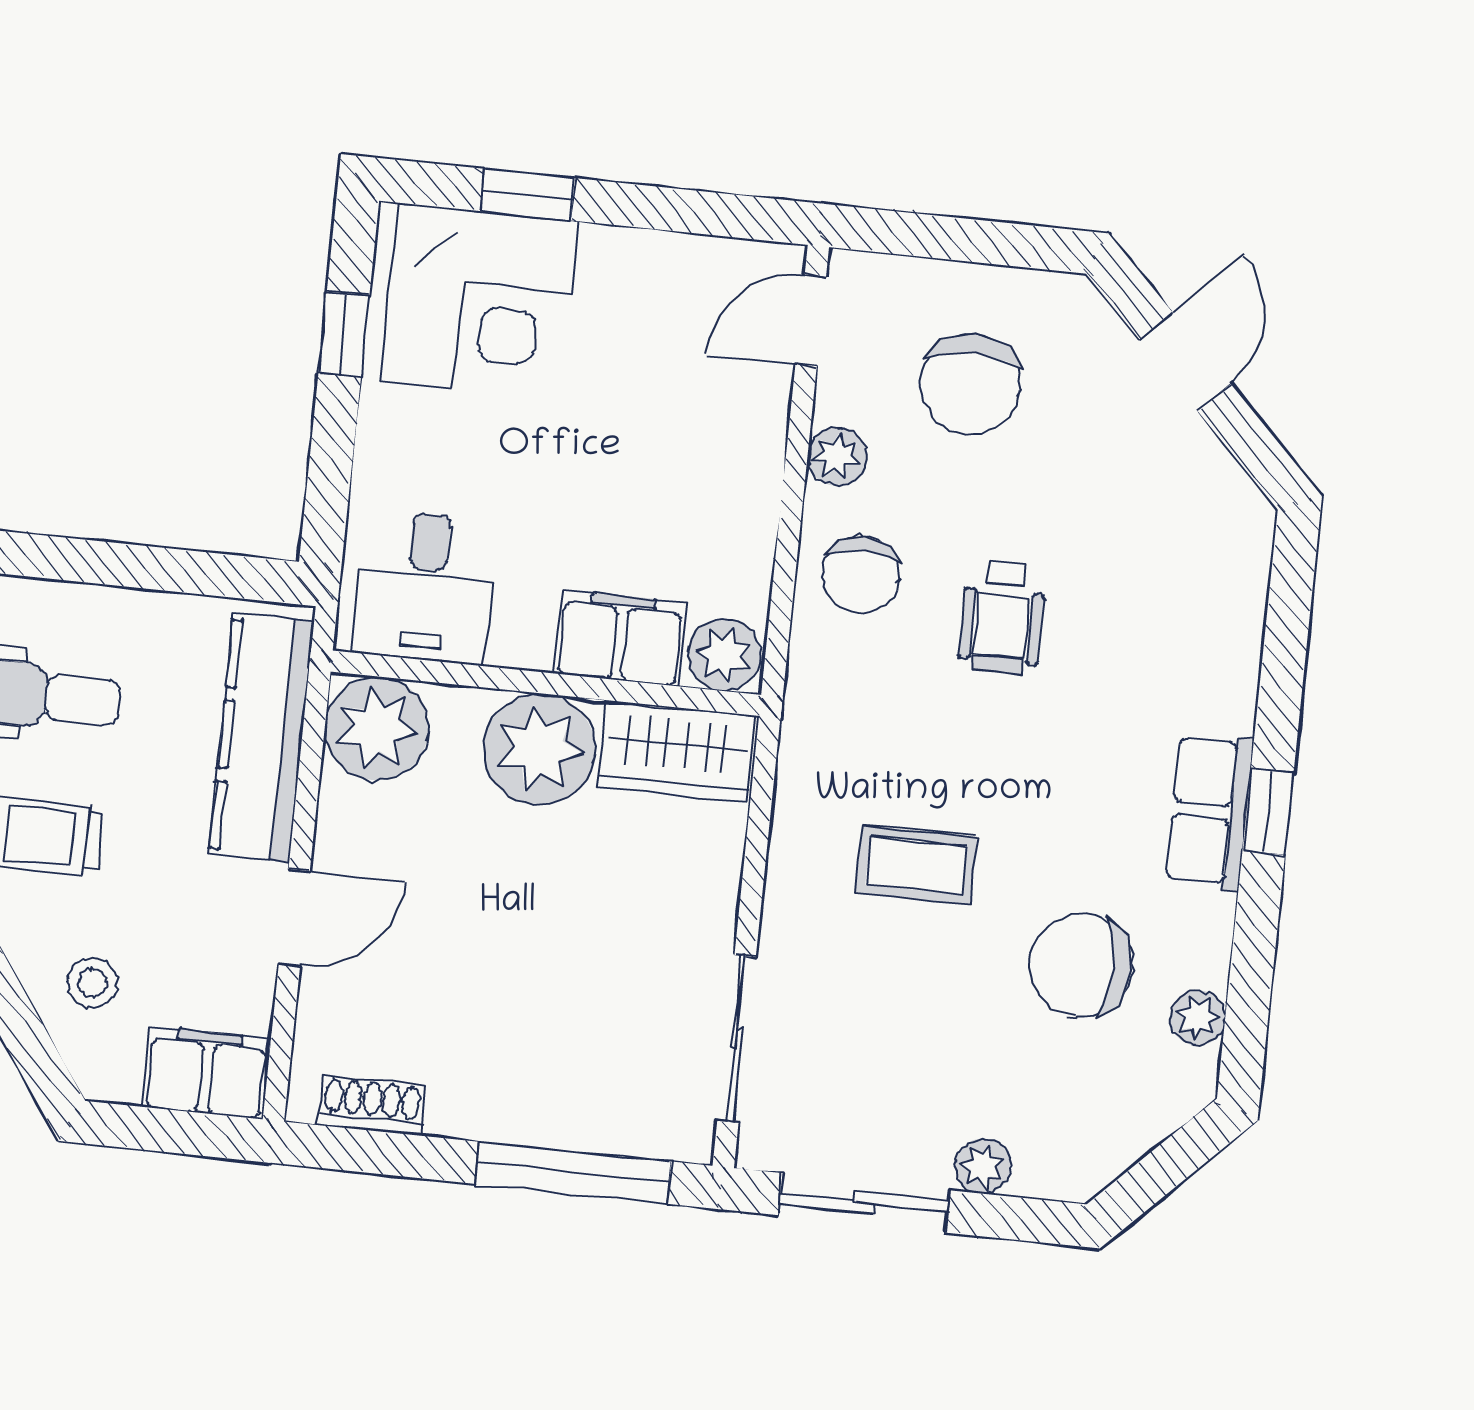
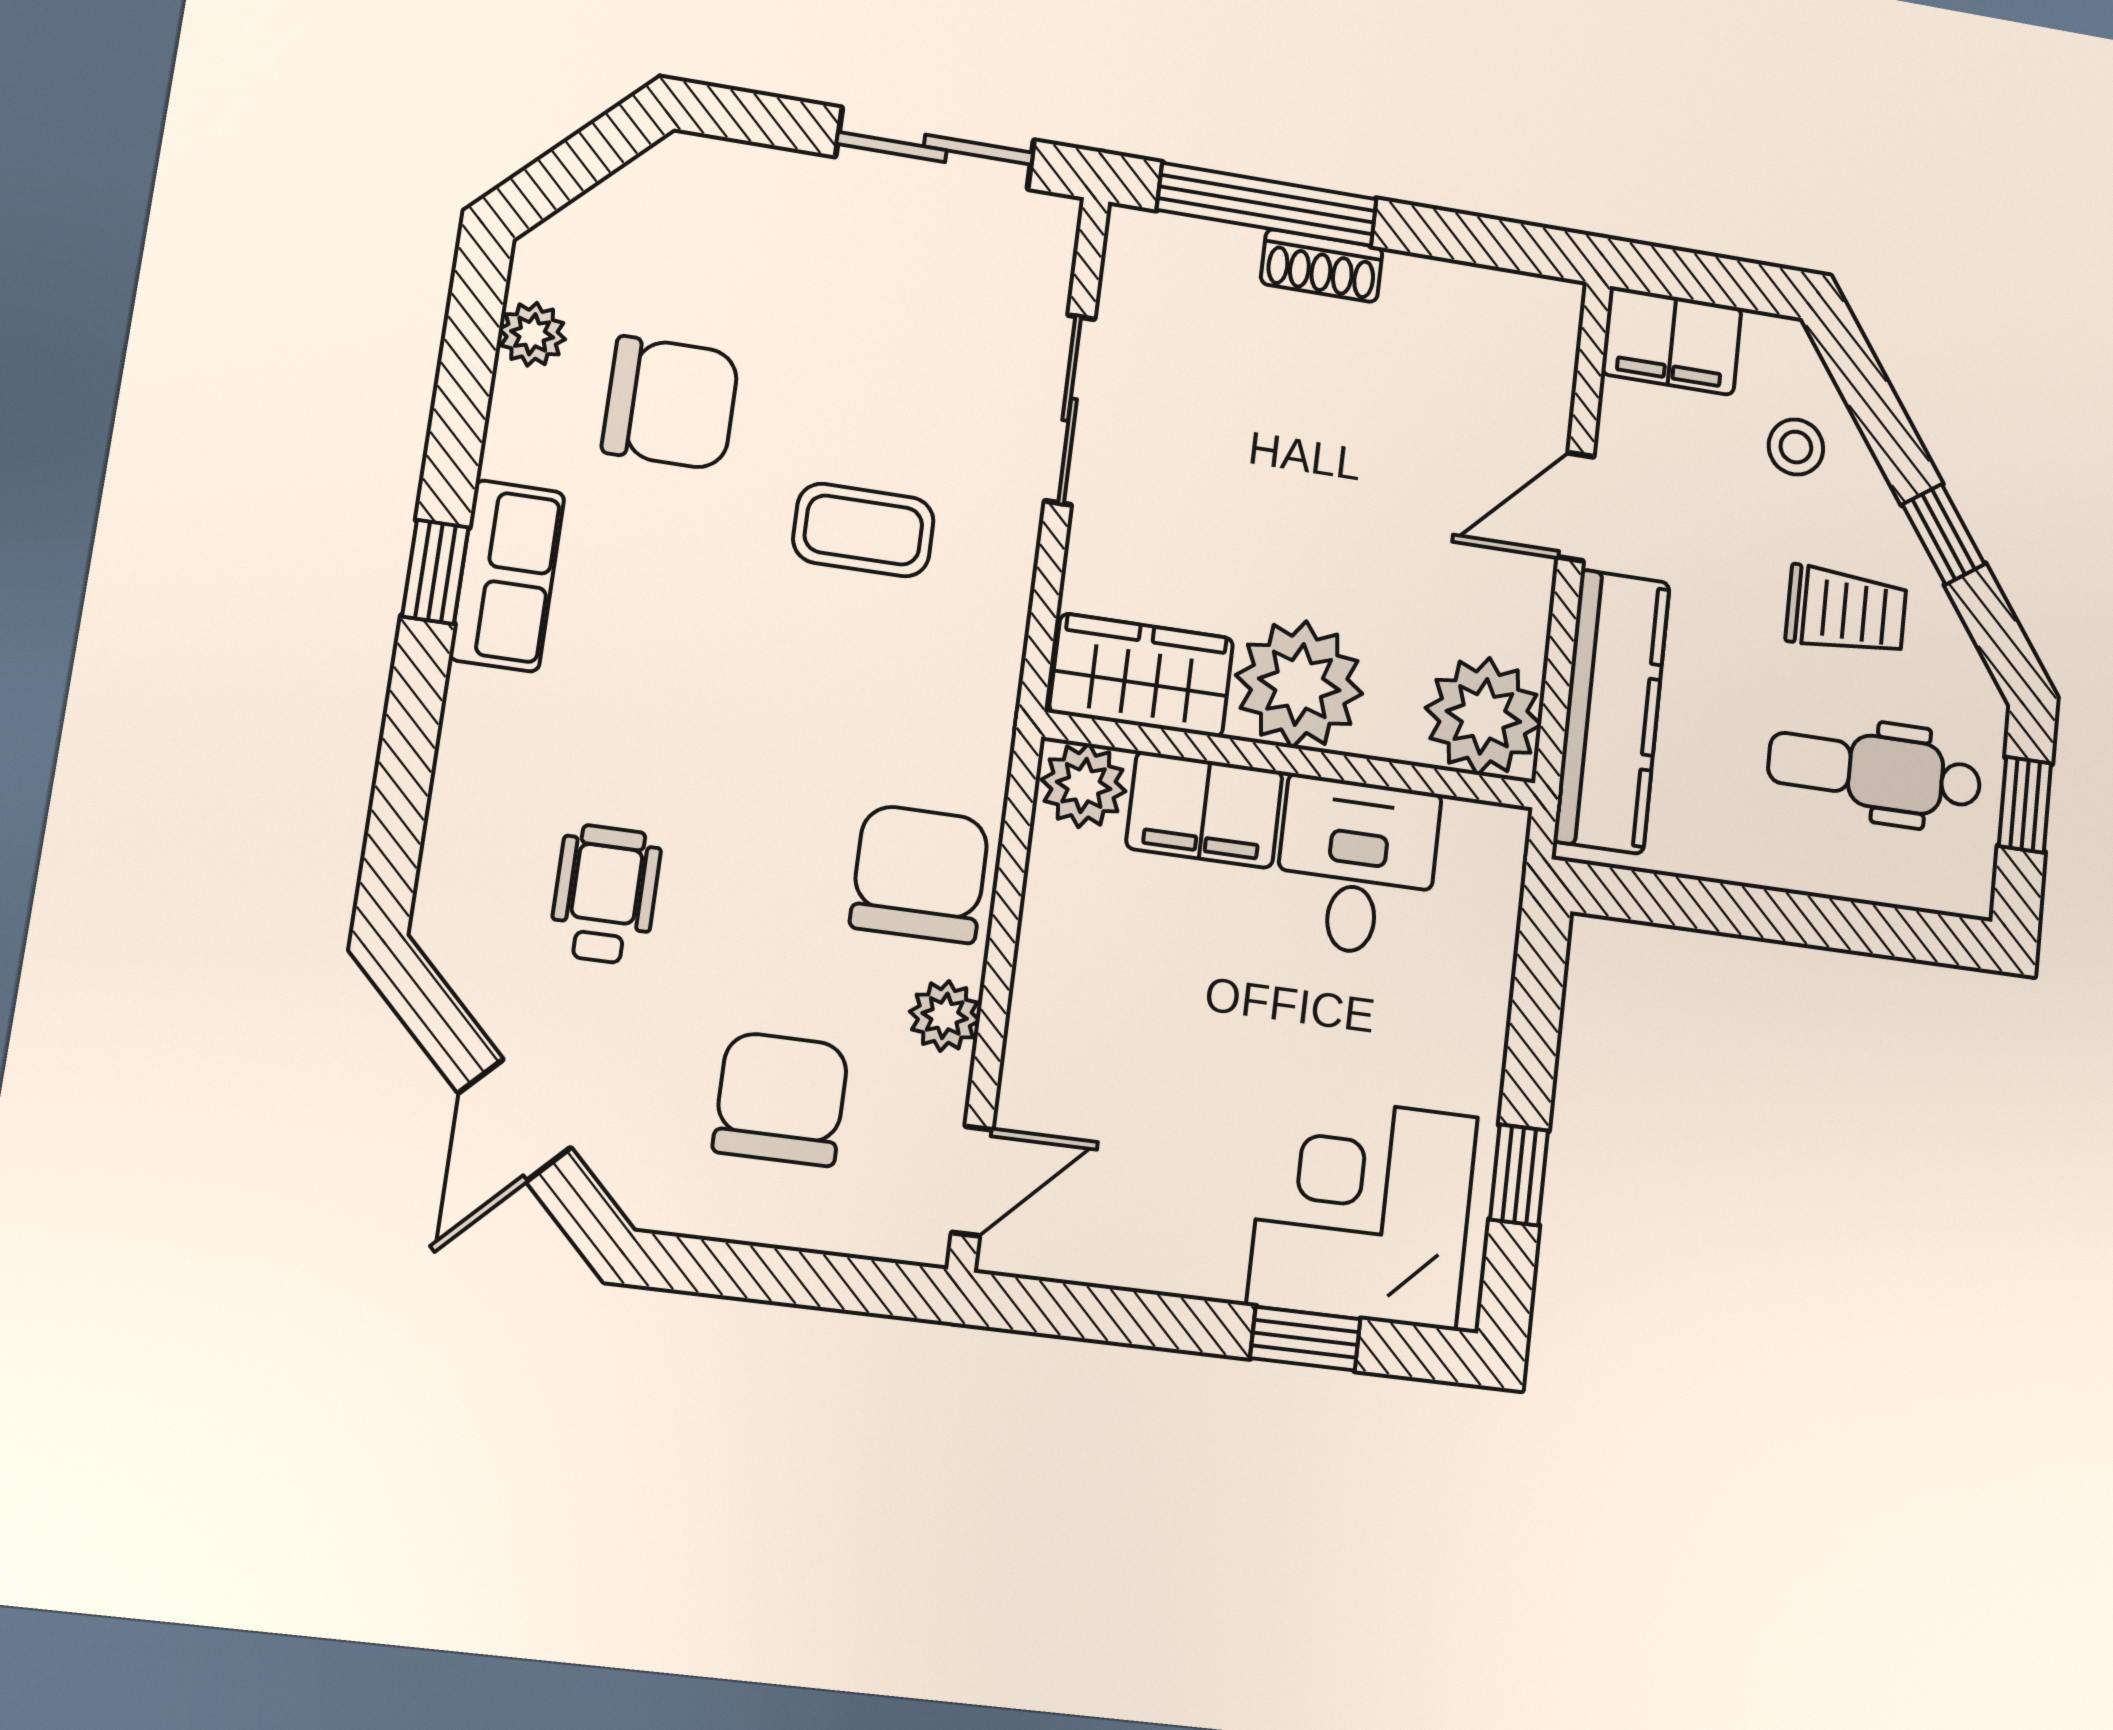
chair: (861, 575) -> (920, 874), width x1.37, depth x1.37
desk: (425, 587) -> (1356, 867), moved
wheelchair: (1002, 618) -> (605, 894), moved
sliding door: (736, 1039) -> (1070, 410), moved
shoe rack: (372, 1105) -> (1322, 266), moved
plant: (983, 1166) -> (795, 180), removed

